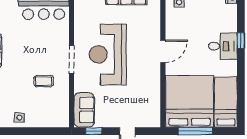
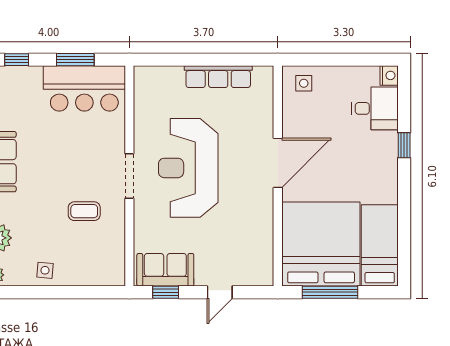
desk: (223, 46) -> (375, 108), moved
door: (163, 51) -> (278, 163), width x1.36
sofa: (84, 110) -> (165, 270), moved, turned -90

